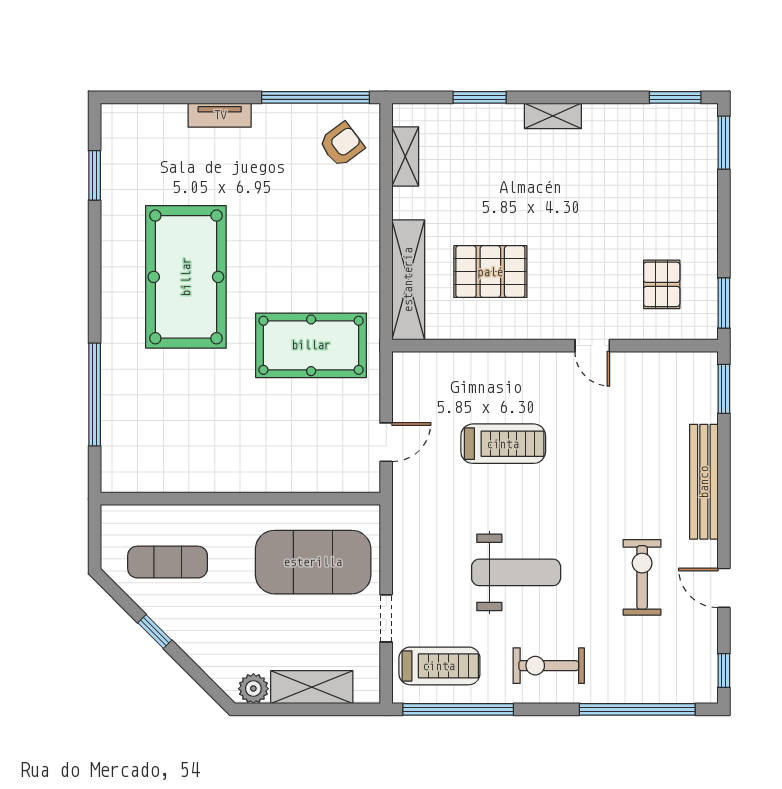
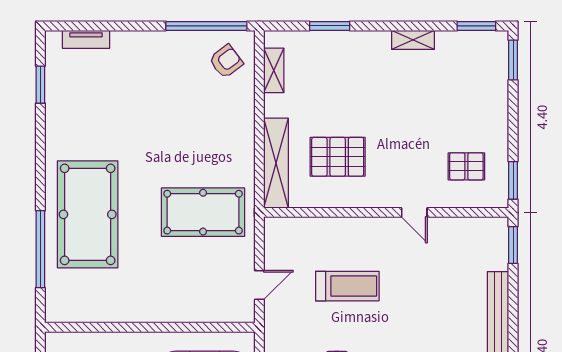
tv unit: (220, 115) -> (86, 39), moved
shelving: (553, 116) -> (413, 40), moved
pool table: (186, 277) -> (88, 214), moved
pallet: (662, 284) -> (466, 166), turned 90

